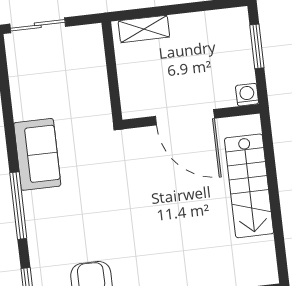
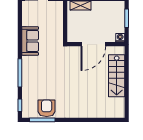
door: (185, 117) -> (93, 44), hinge flipped
sofa: (37, 154) -> (30, 41), moved

